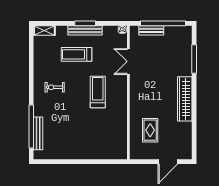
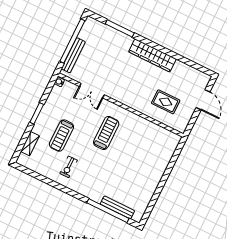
bench: (85, 30) -> (43, 117), removed
bench: (151, 30) -> (73, 55), width x1.36
shelving: (44, 31) -> (30, 144), moved
exercise bike: (55, 87) -> (69, 167), moved
treadmill: (98, 92) -> (106, 133), turned 90

